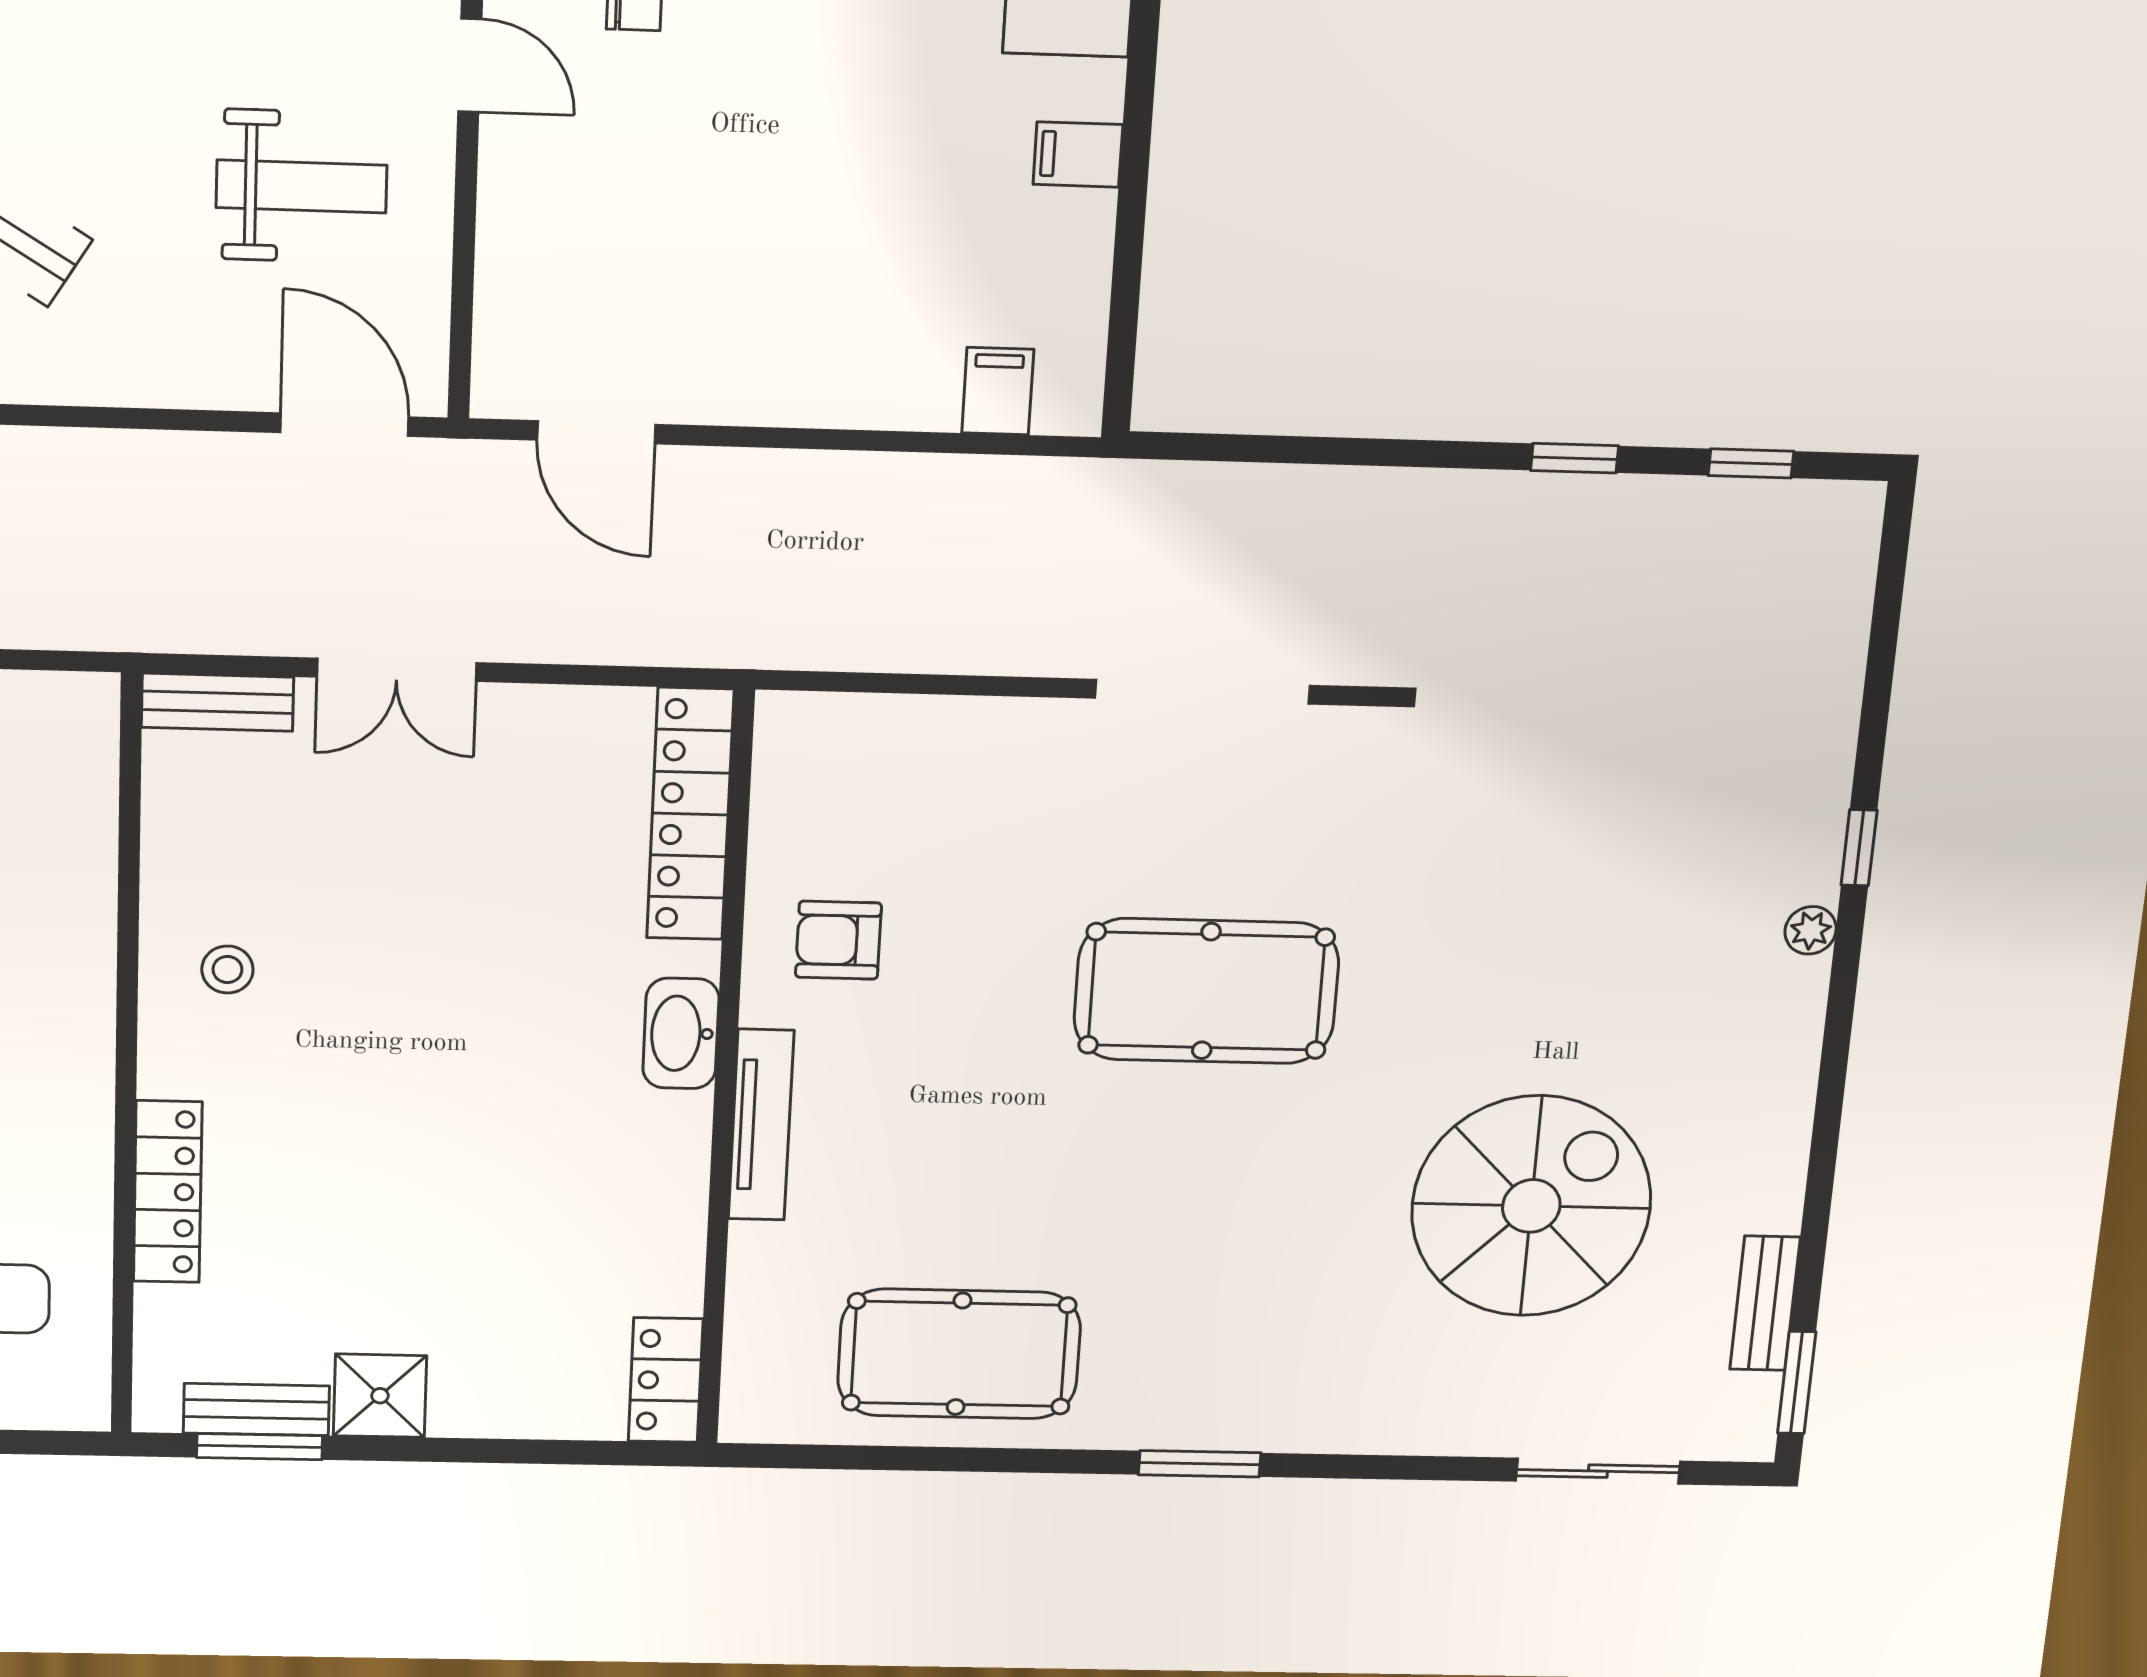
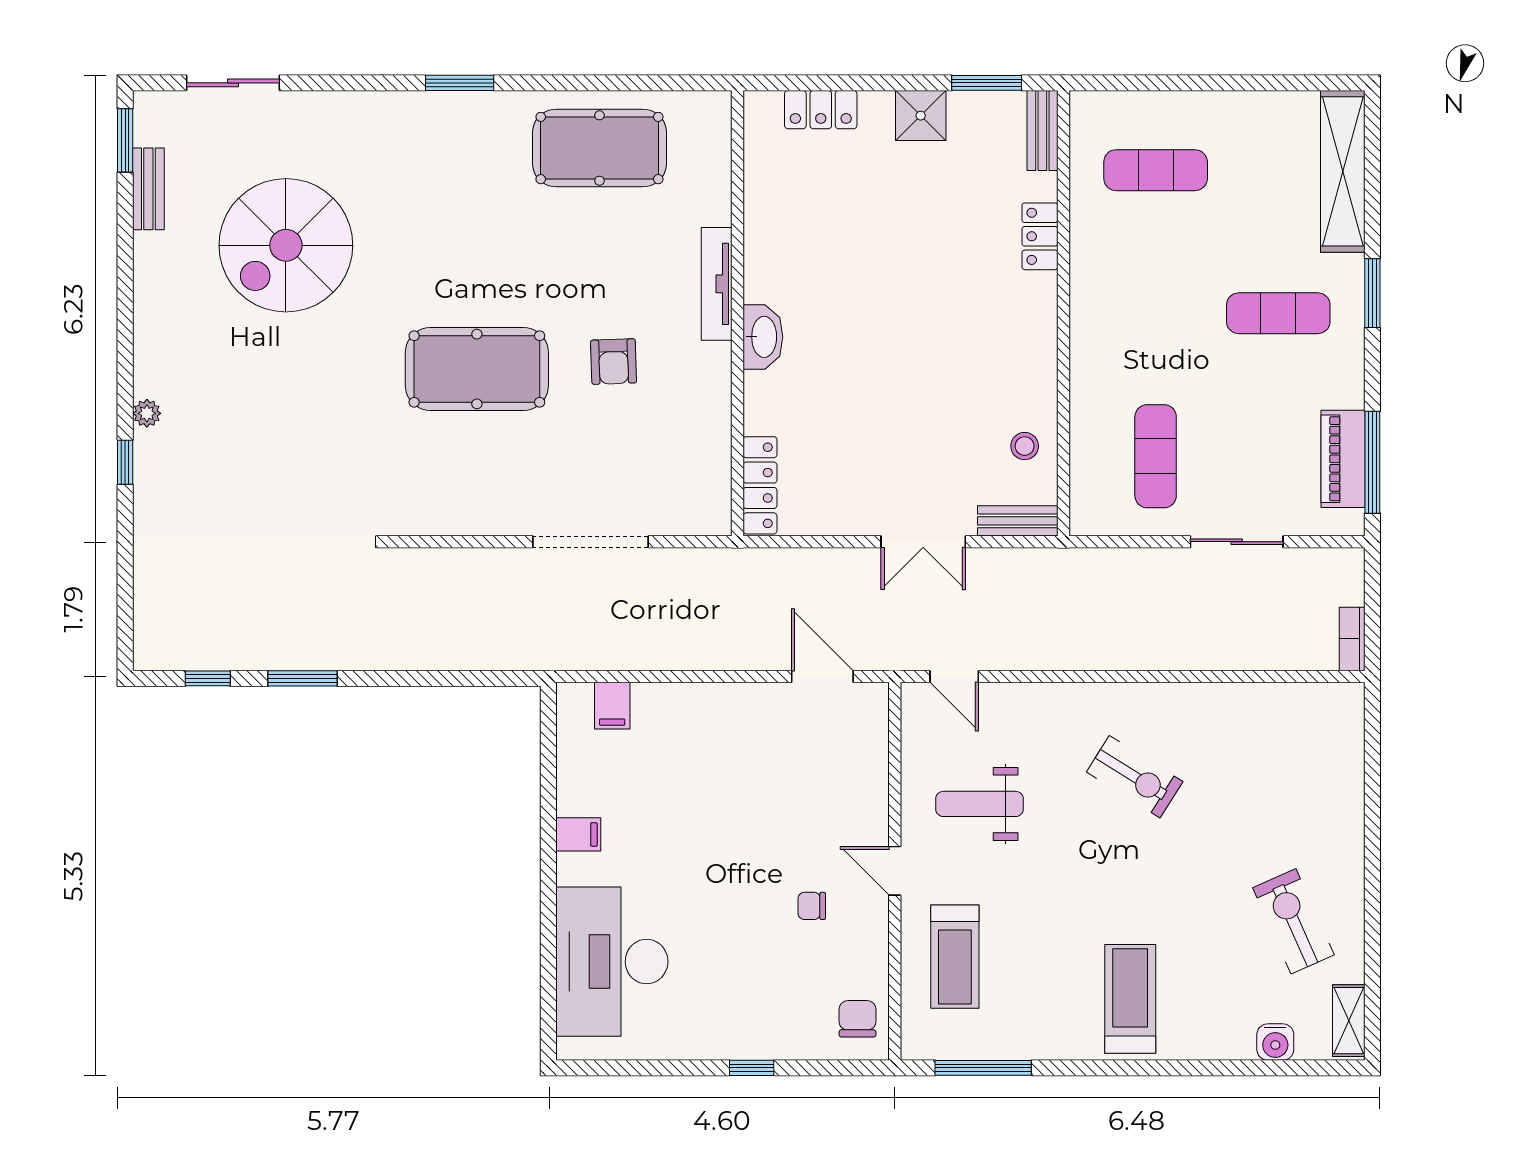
door: (345, 425) -> (954, 677), width x0.73
window: (1575, 458) -> (303, 678), width x1.50
double door: (397, 670) -> (923, 542), swing flipped
doorway: (1203, 692) -> (590, 542), moved
locker: (690, 814) -> (760, 485), width x0.71, depth x0.83
armchair: (838, 940) -> (614, 362), moved, turned 88
stool: (227, 970) -> (1025, 446), moved
locker: (168, 1192) -> (1040, 236), width x0.66
locker: (666, 1380) -> (821, 110), moved, turned 90
bench: (256, 1409) -> (1042, 130), moved, turned 90

